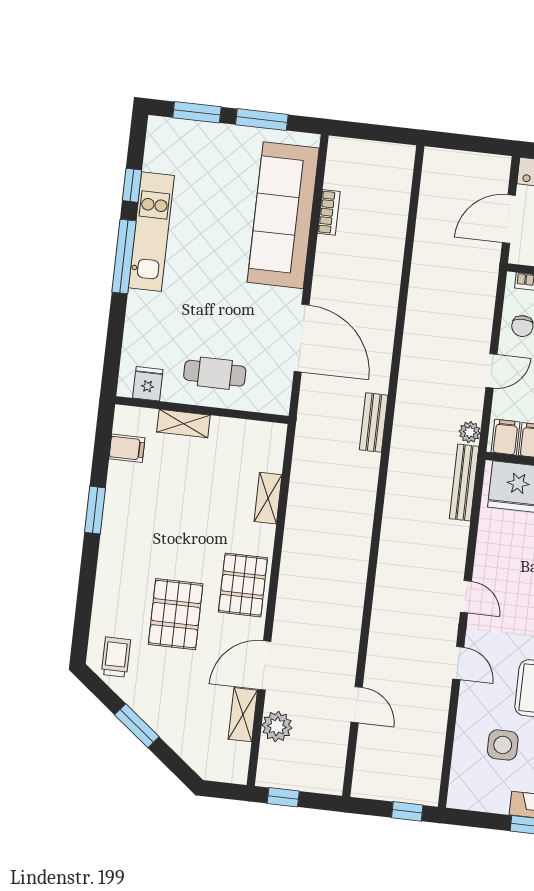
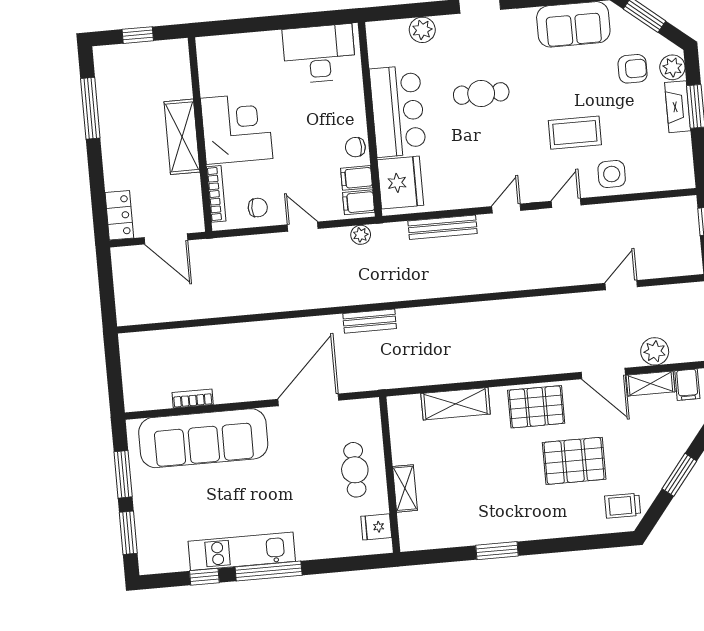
filing cabinet: (127, 448) -> (687, 385), moved, turned 180
bench: (464, 482) -> (443, 227), moved
shelving: (268, 498) -> (456, 404), width x1.50, depth x1.33
side table: (503, 745) -> (612, 174), moved

